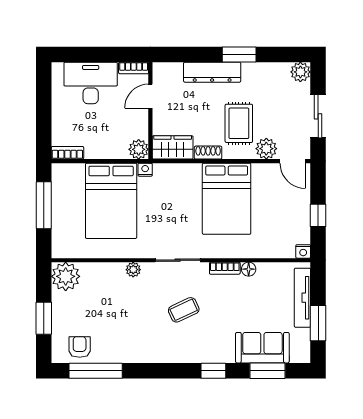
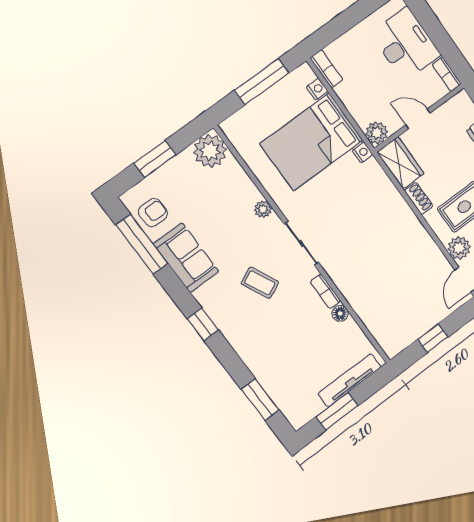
door: (150, 96) -> (418, 119), moved
bed: (227, 199) -> (389, 246), removed
nightstand: (303, 251) -> (317, 89), moved, turned 180
sofa: (262, 348) -> (186, 258), moved
window: (213, 371) -> (203, 324), moved

